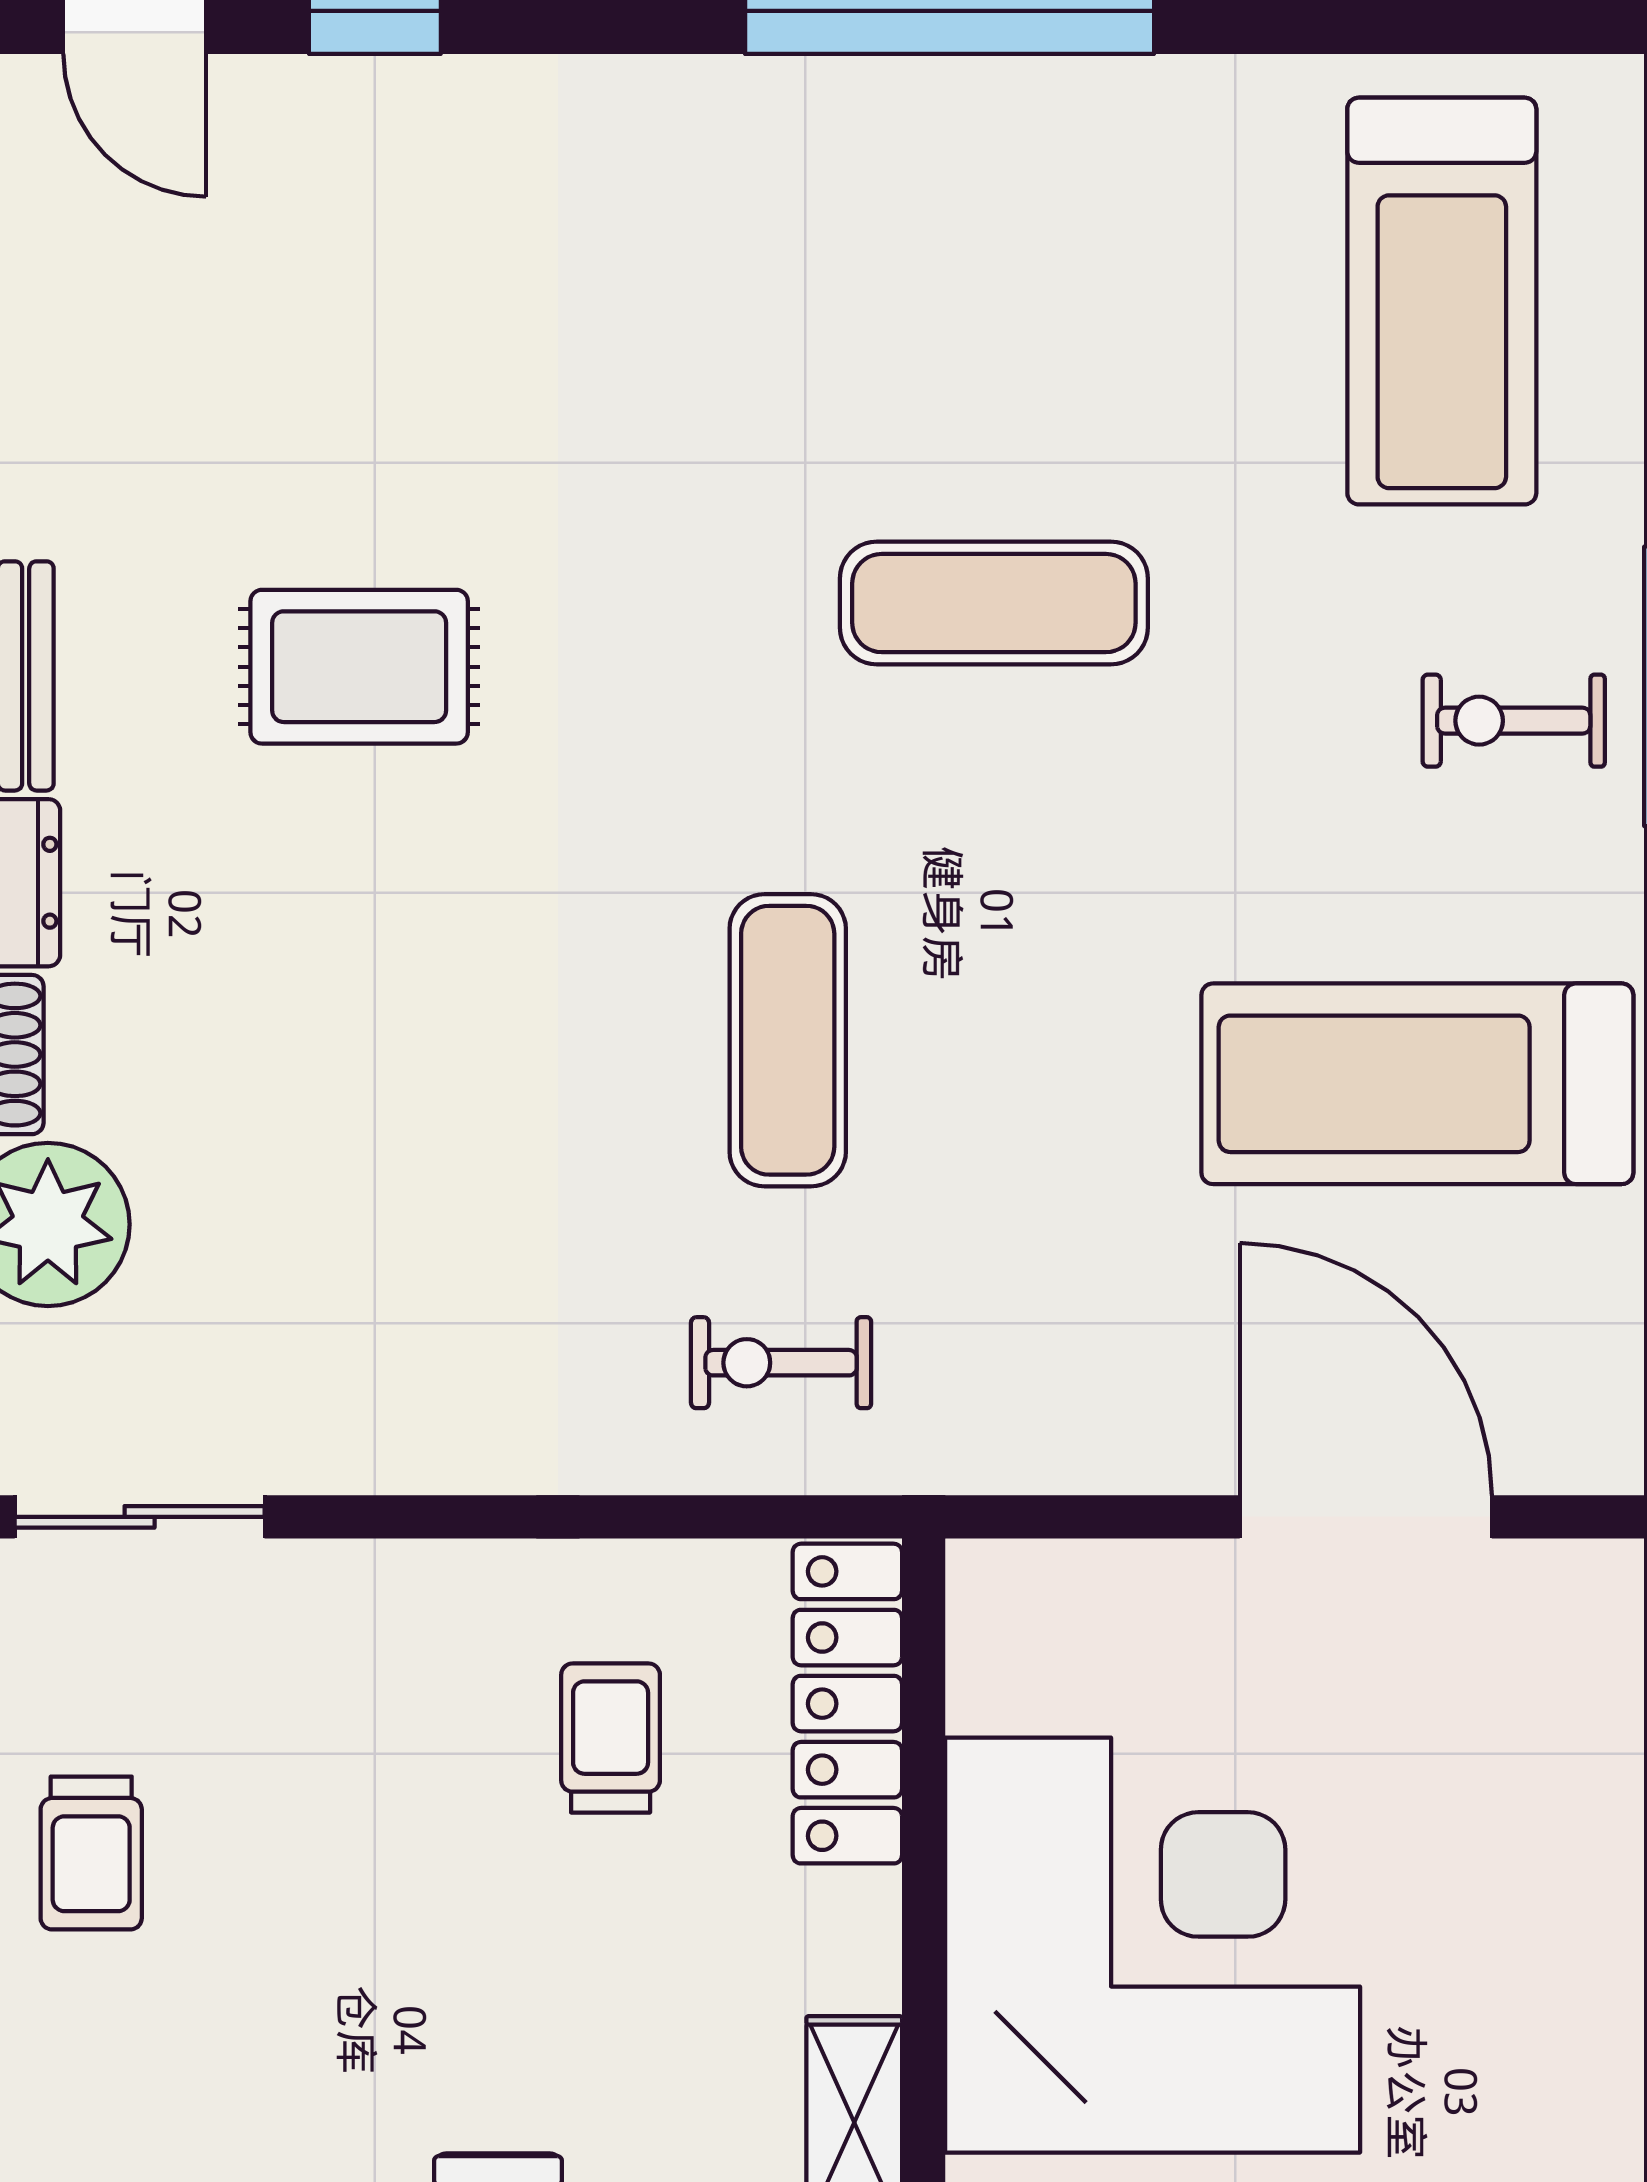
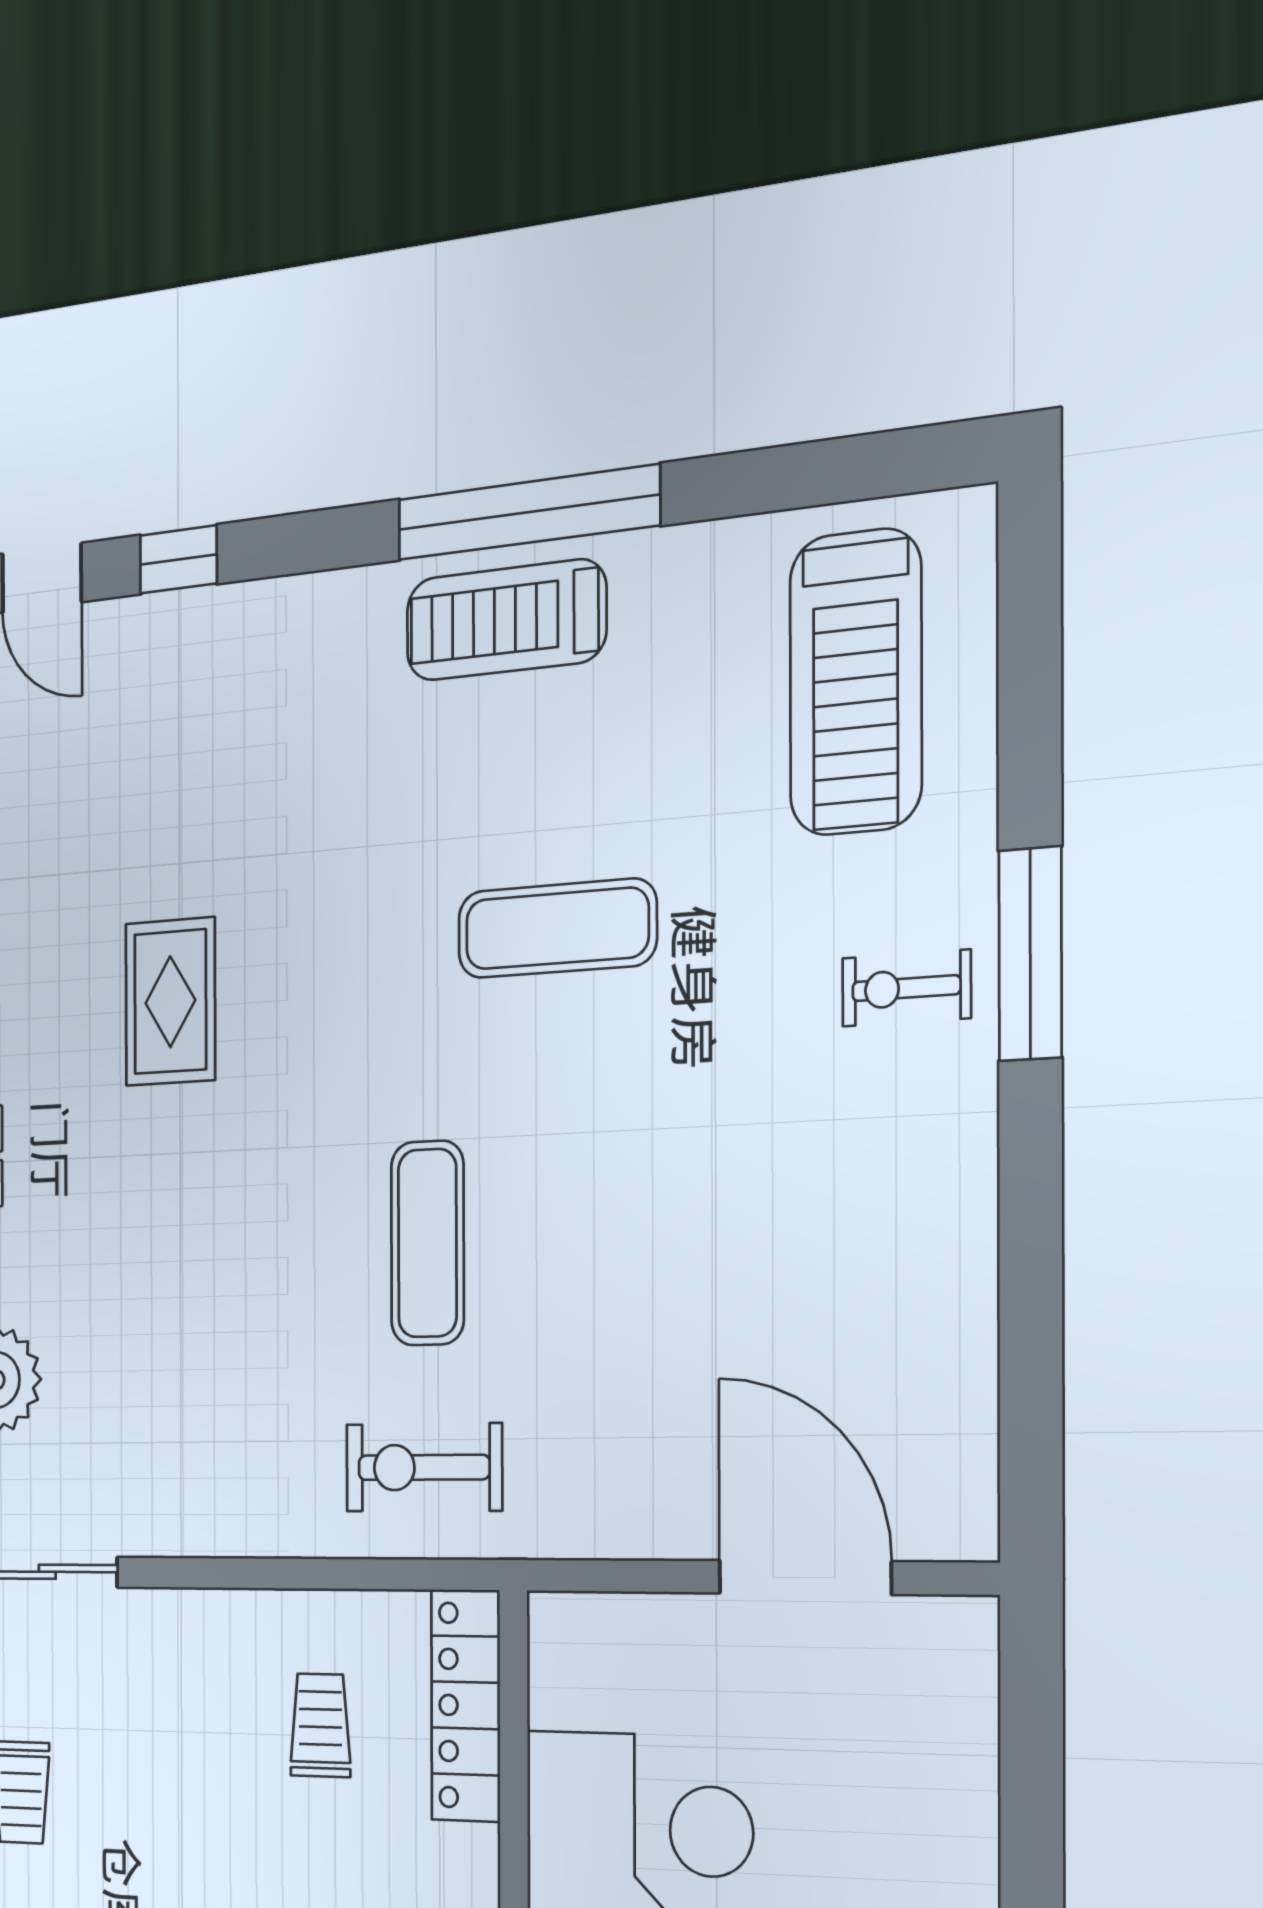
rug: (359, 667) -> (170, 1002), turned 90
treadmill: (1417, 1084) -> (506, 620), moved, width x0.73, depth x0.73
exercise bike: (781, 1363) -> (424, 1467), width x1.38, depth x1.39

